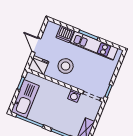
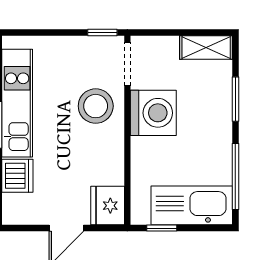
stool: (66, 66) -> (96, 106), moved
washing machine: (74, 96) -> (153, 113), width x1.89, depth x1.89

